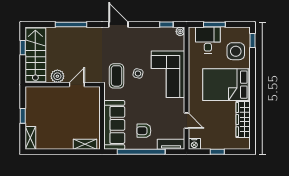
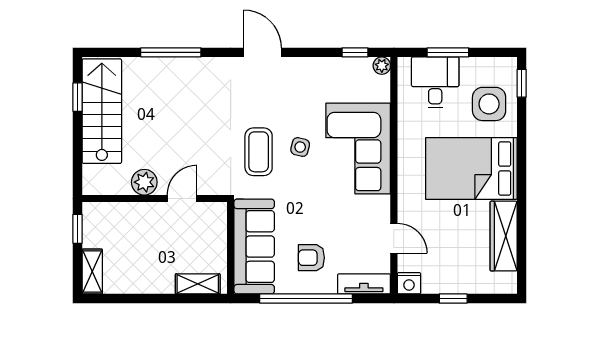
plant: (57, 76) -> (144, 182), moved
wall: (63, 85) -> (155, 198), moved
door: (77, 85) -> (182, 198), moved

